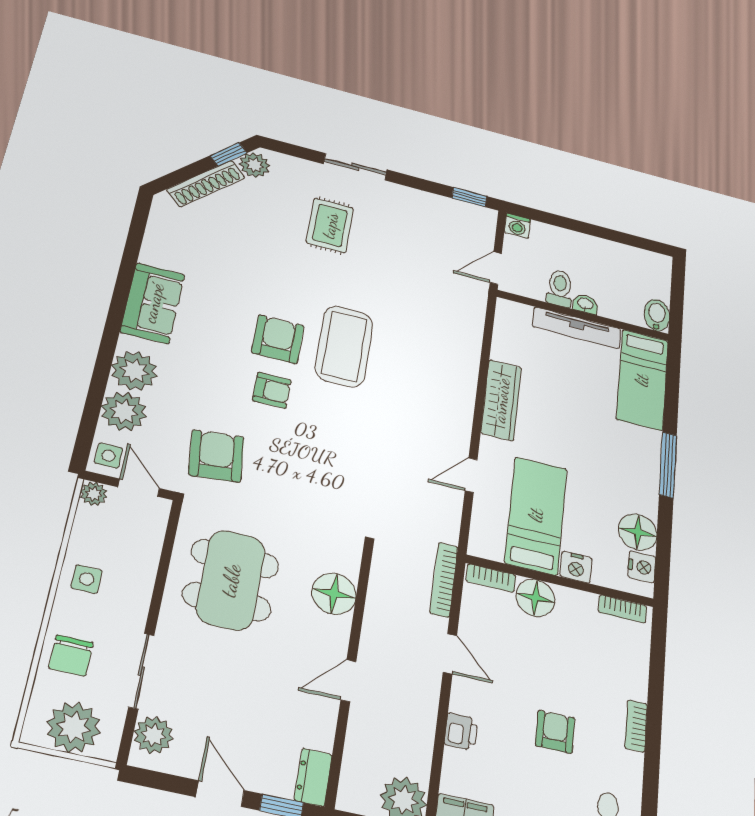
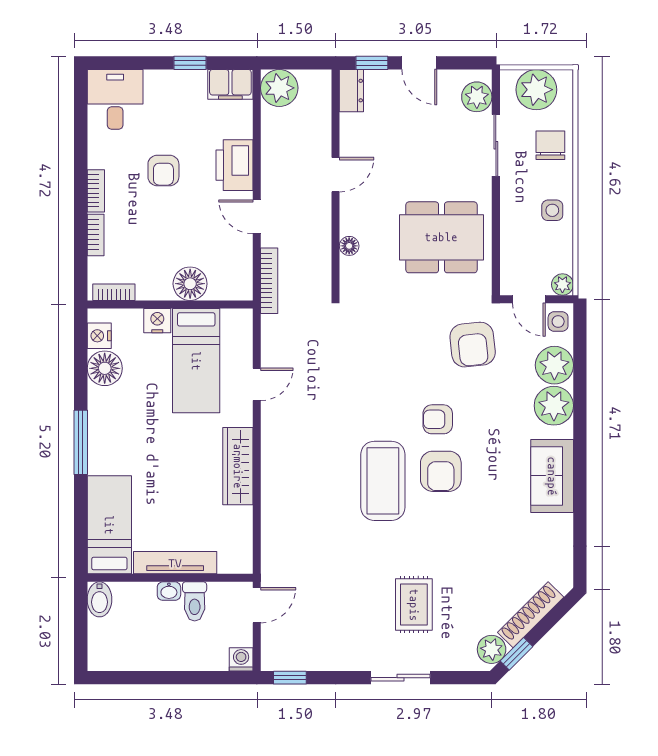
bookcase: (491, 578) -> (96, 235), moved, turned 90
dining table: (231, 580) -> (441, 237), turned 90
floor lamp: (334, 594) -> (349, 246), width x0.53, depth x0.53
printer: (461, 732) -> (234, 165), width x1.87, depth x1.48

